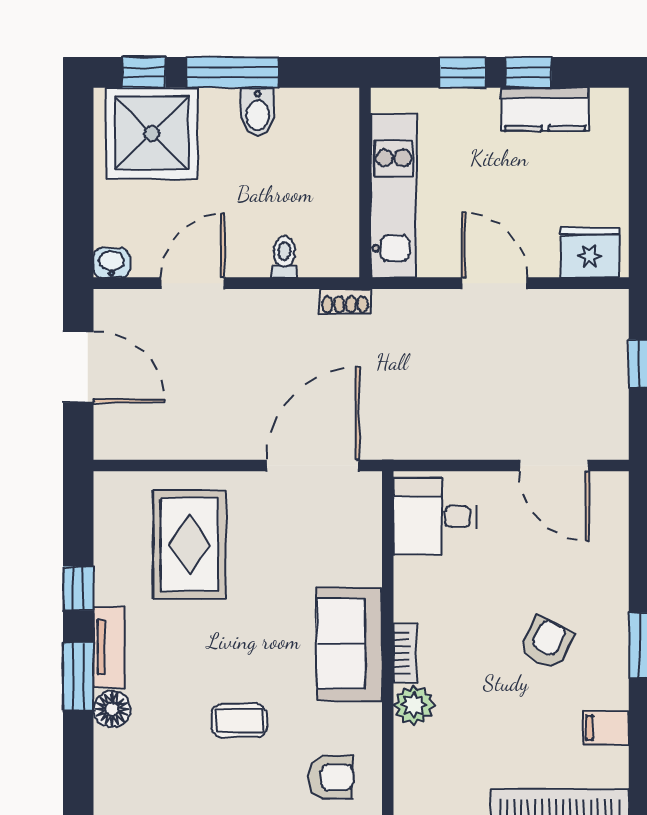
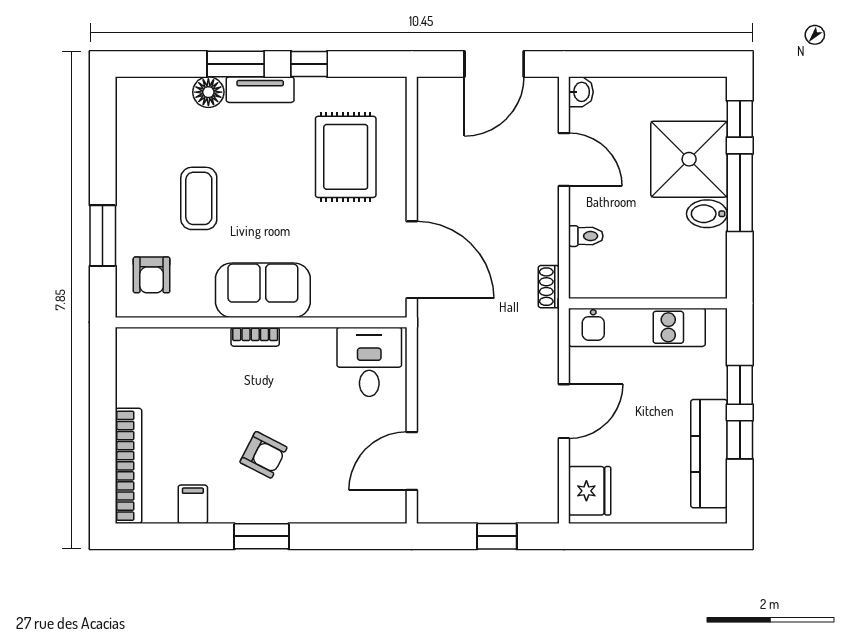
kitchen counter: (545, 109) -> (709, 454), width x1.50
shower: (152, 133) -> (689, 159), moved
rug: (190, 545) -> (346, 157), turned 90
plant: (414, 705) -> (212, 344), removed
coffee table: (239, 721) -> (199, 198), width x1.36, depth x1.30

